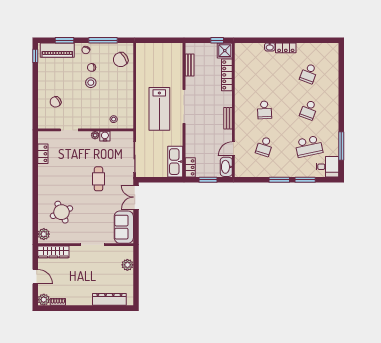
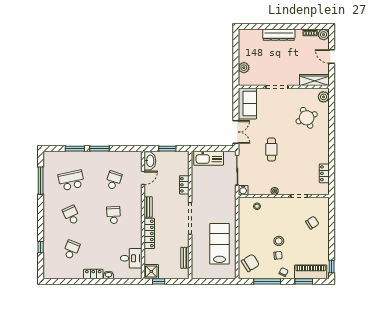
locker: (227, 75) -> (149, 233), moved
window: (341, 76) -> (41, 247), added
lab bench: (159, 109) -> (220, 244), moved
school desk: (309, 110) -> (71, 215), turned -45
water cooler: (105, 136) -> (243, 190), moved
kitchen sink: (175, 162) -> (209, 158), moved, turned 90
locker: (190, 167) -> (184, 185), moved
desk: (327, 167) -> (131, 258), moved, turned 180
dresser: (109, 299) -> (279, 35), moved

